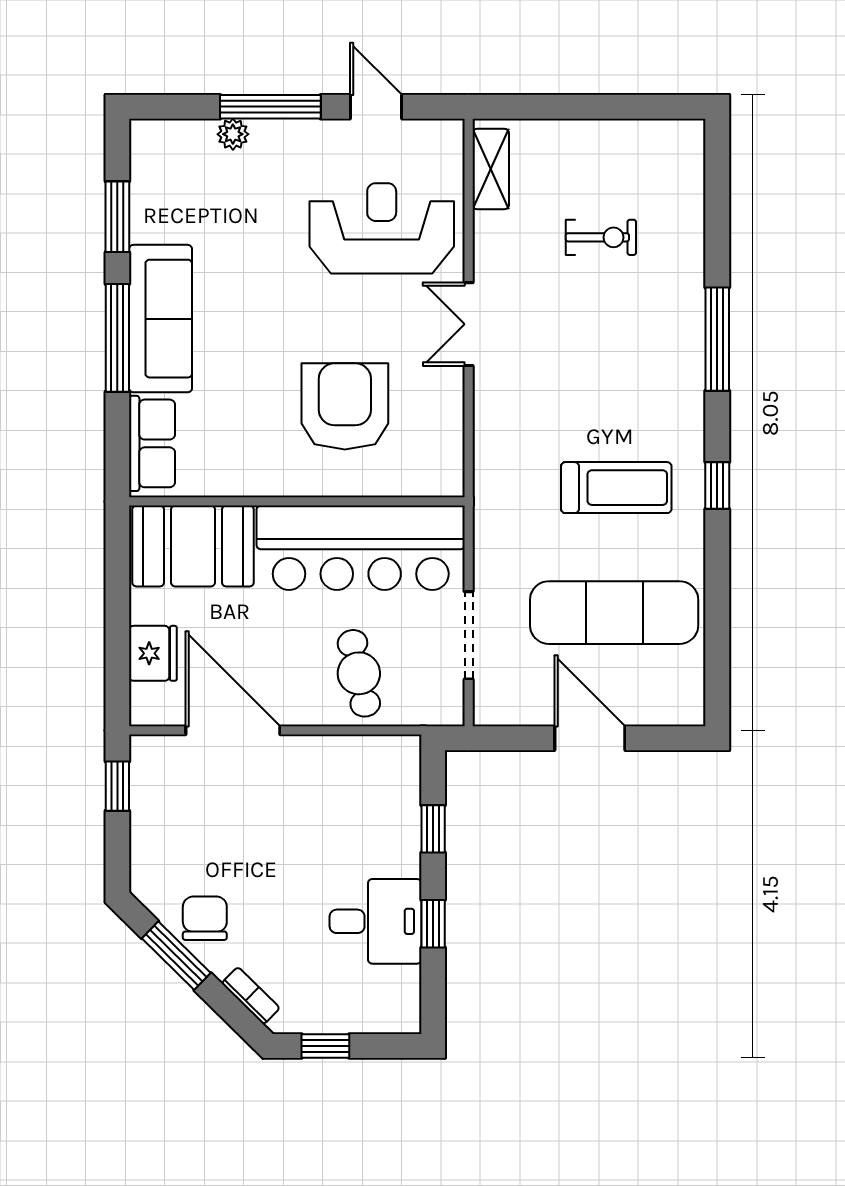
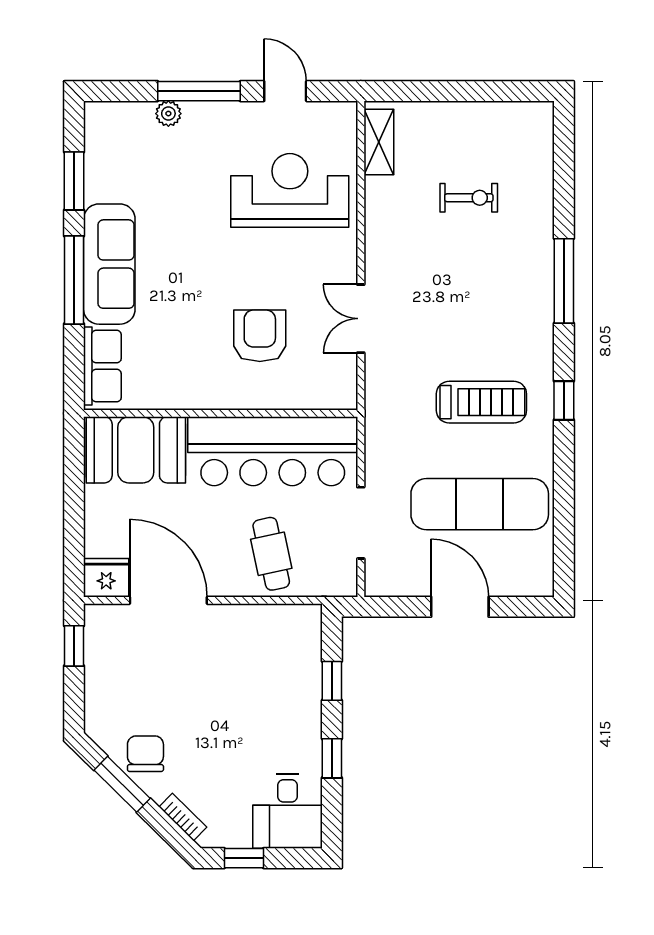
double door: (469, 324) -> (361, 319), moved
armchair: (345, 406) -> (260, 336), width x0.73, depth x0.73
fridge: (153, 653) -> (106, 578), moved, turned -90
desk: (375, 921) -> (287, 811), moved, turned 90

